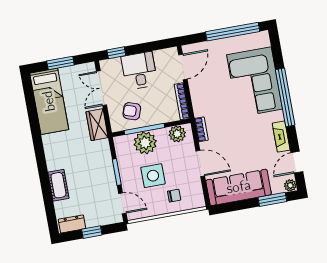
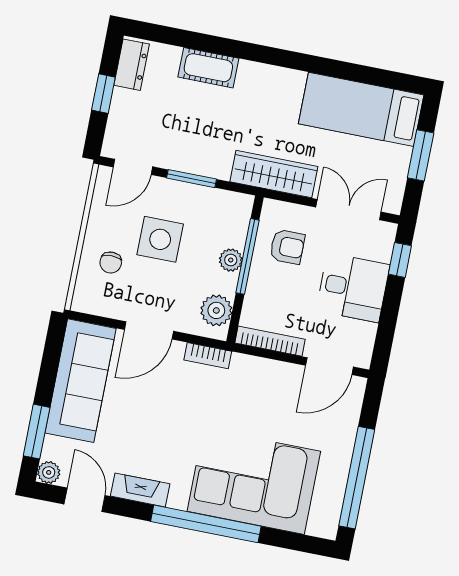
door: (183, 67) -> (329, 366), hinge flipped
armchair: (132, 111) -> (287, 247), turned 71
wardrobe: (97, 125) -> (274, 174), width x1.50
plant: (145, 143) -> (231, 260), width x0.53, depth x0.53

